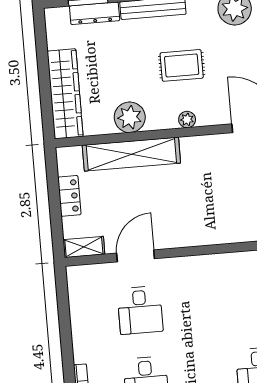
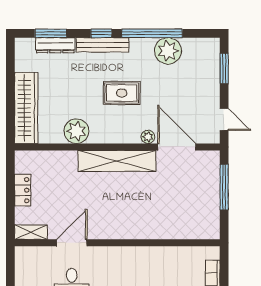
plant: (187, 120) -> (148, 137), moved
shelving: (131, 154) -> (117, 161), moved

